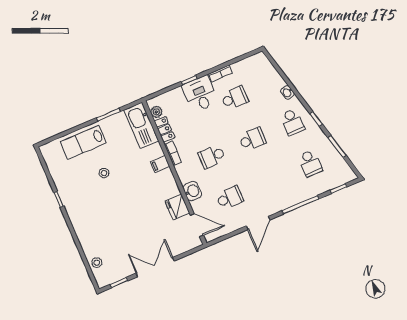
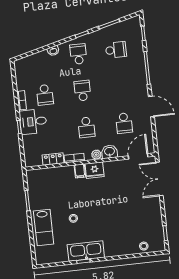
school desk: (235, 98) -> (45, 95), turned 180
plant: (156, 112) -> (96, 155), moved
school desk: (293, 122) -> (78, 54), turned -90
kitchen sink: (141, 125) -> (86, 251), moved, turned 180
school desk: (230, 198) -> (124, 123), turned 180
fridge: (177, 207) -> (95, 170), moved
double door: (155, 267) -> (159, 179), moved

